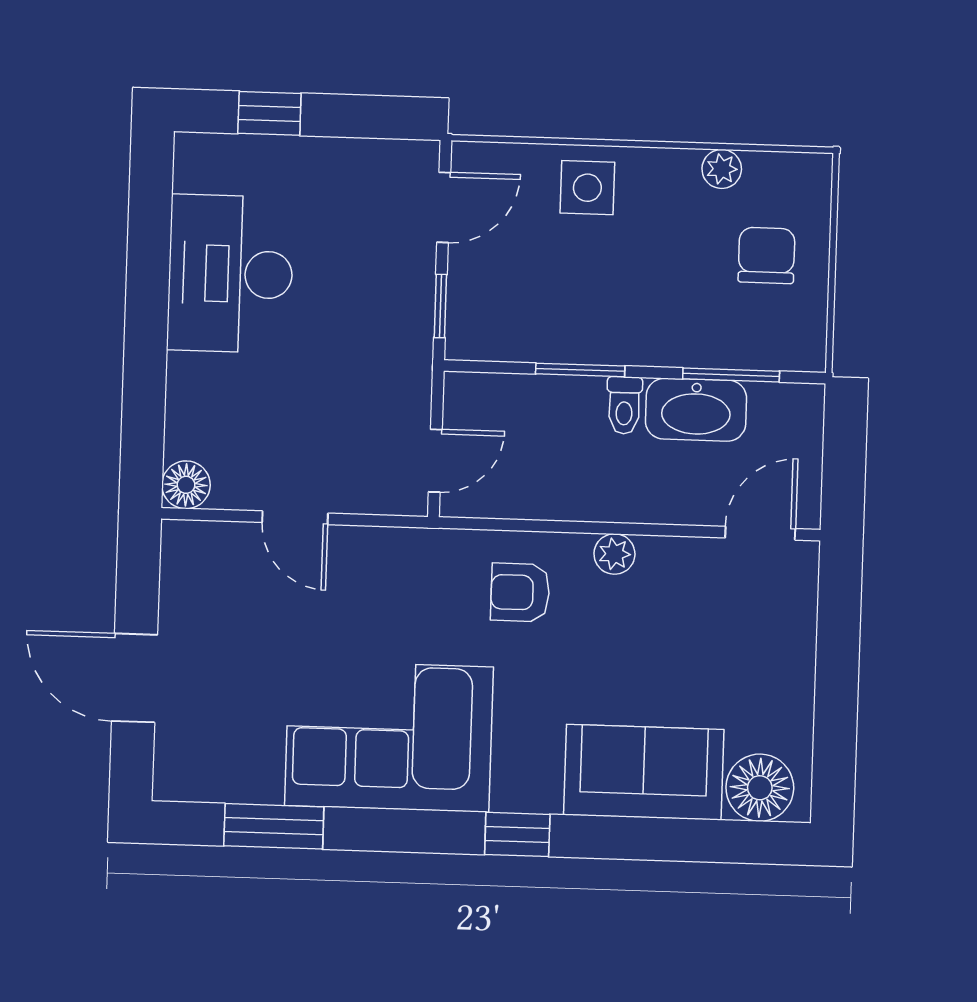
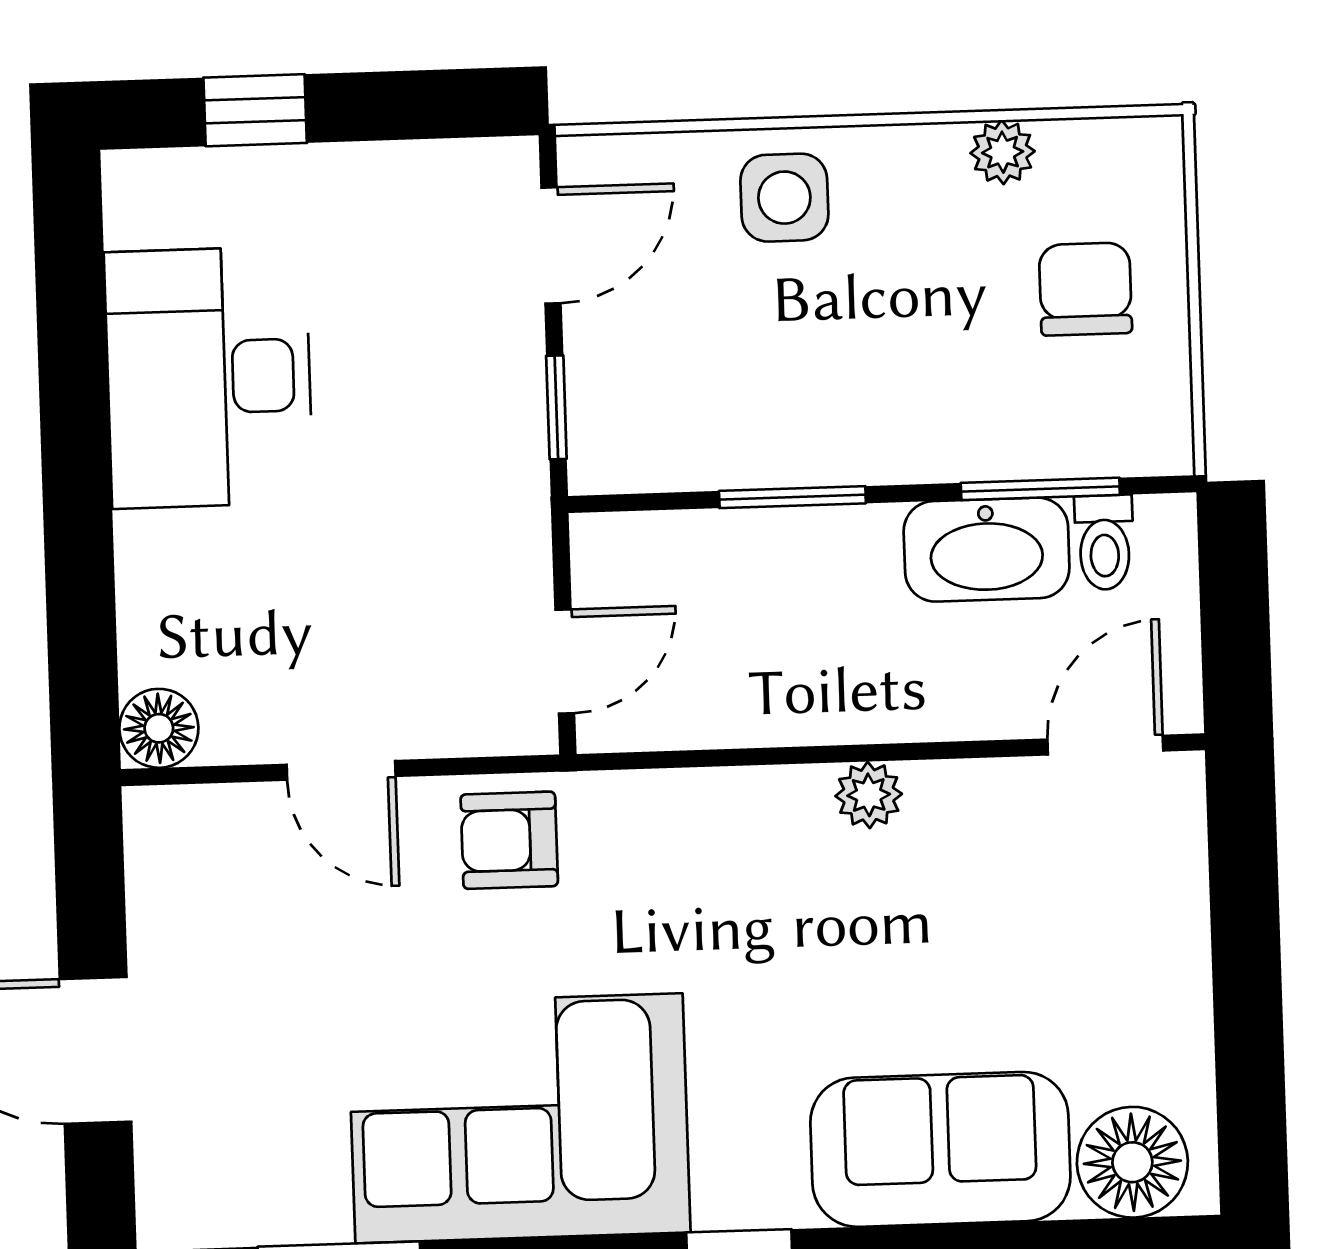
toilet: (624, 405) -> (1104, 542), moved
armchair: (520, 592) -> (509, 840), moved

